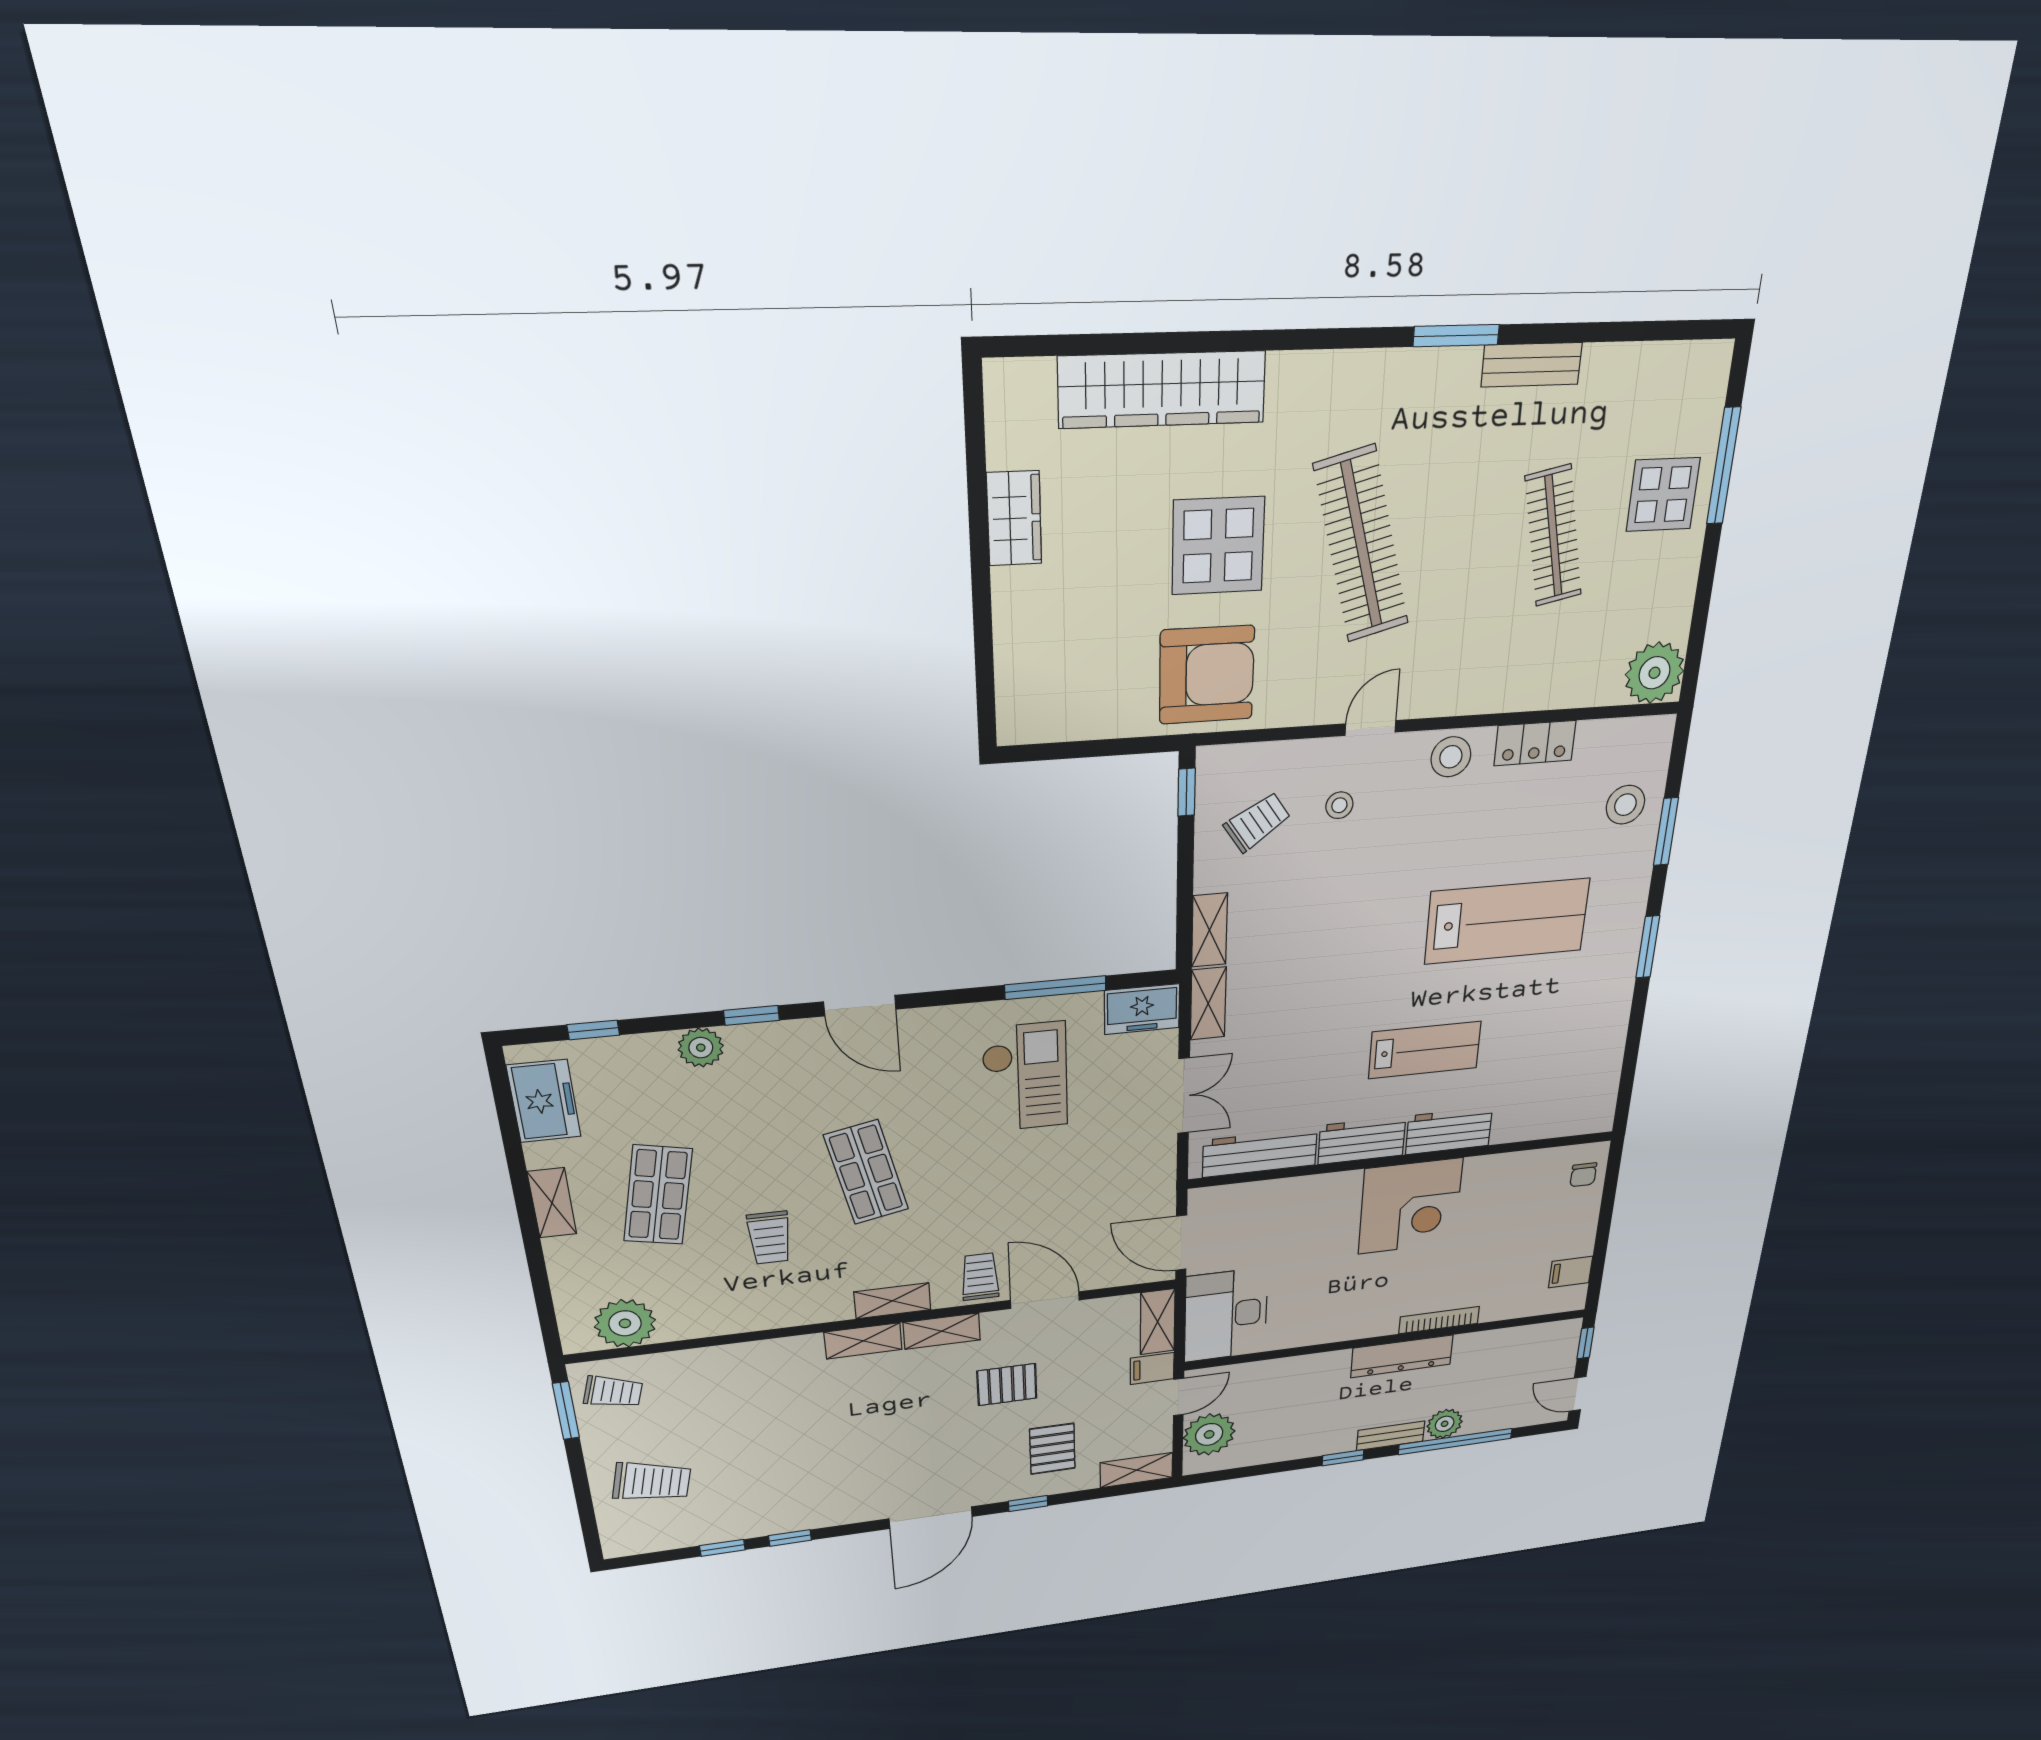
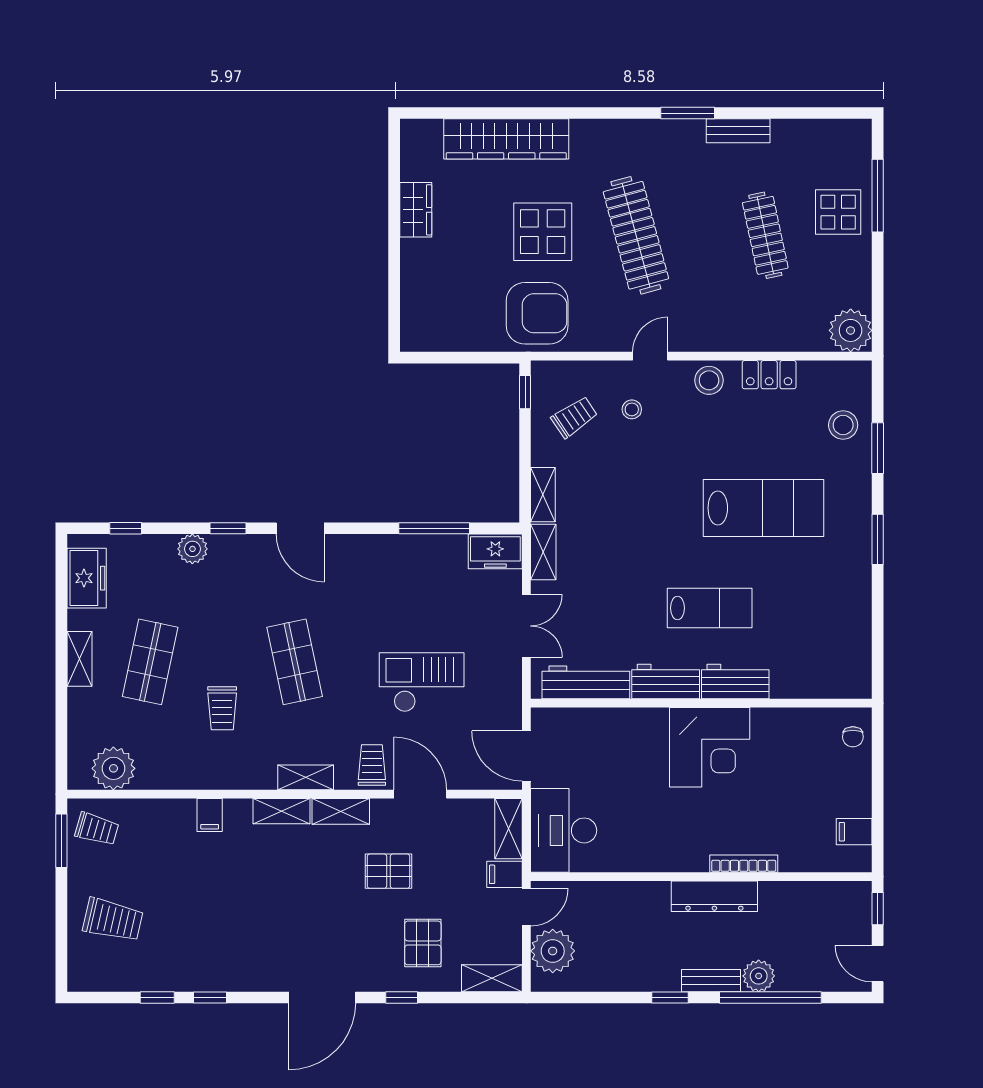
checkout: (1025, 1077) -> (422, 682), moved, turned -90
filing cabinet: (767, 1357) -> (210, 815), added

